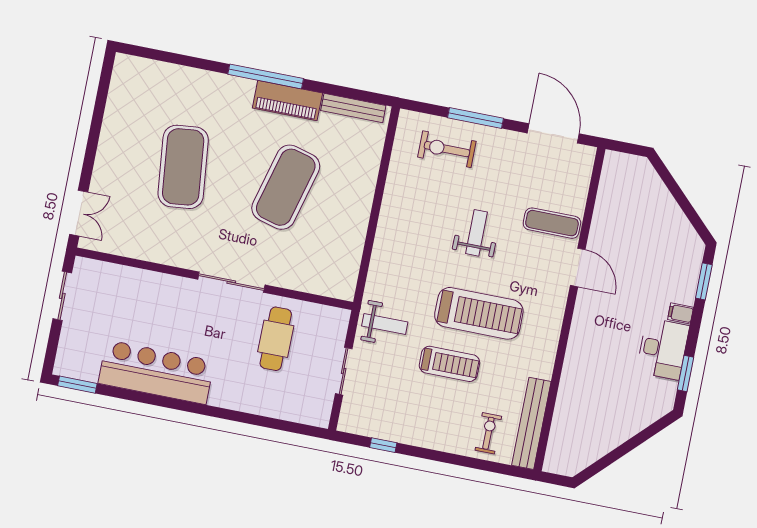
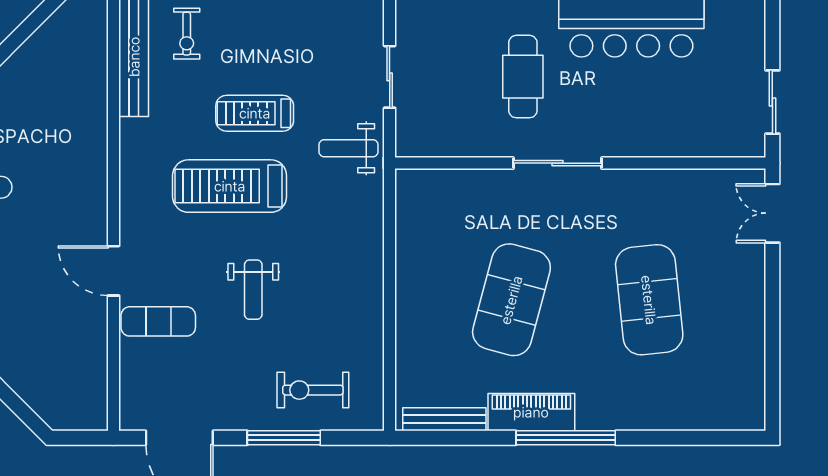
exercise bike: (447, 149) -> (313, 390), turned 180
cafe table: (276, 339) -> (523, 77), moved

